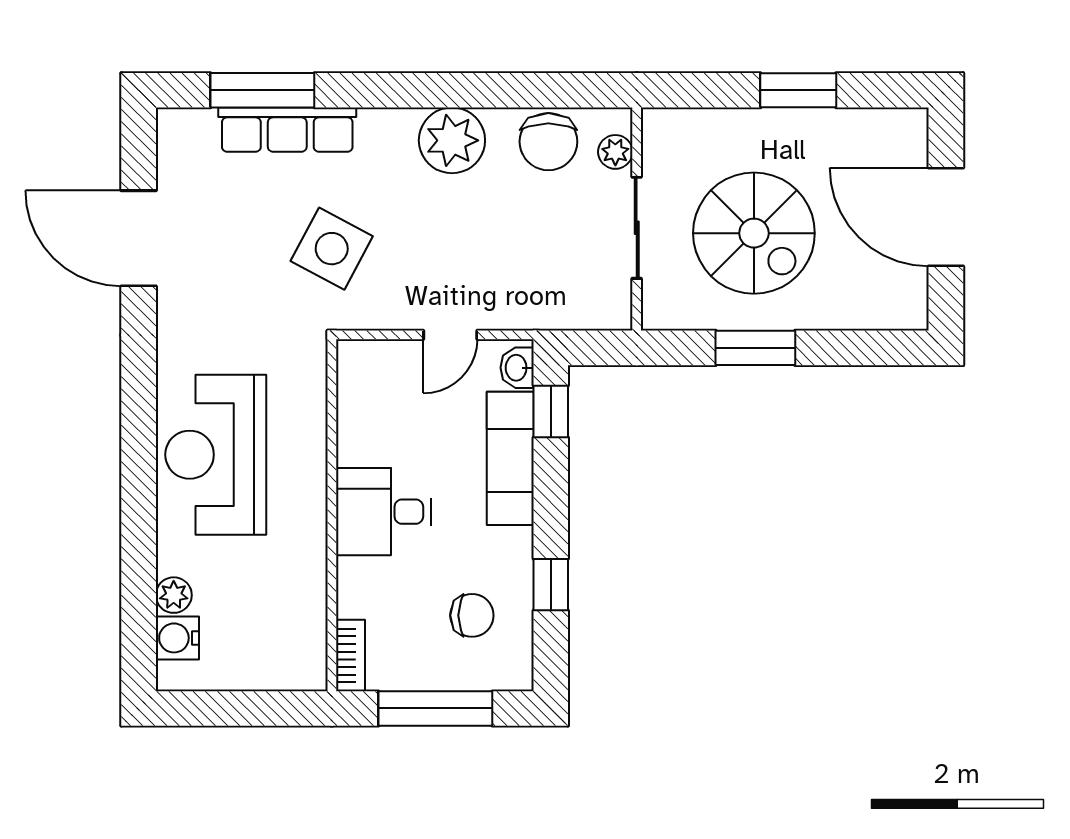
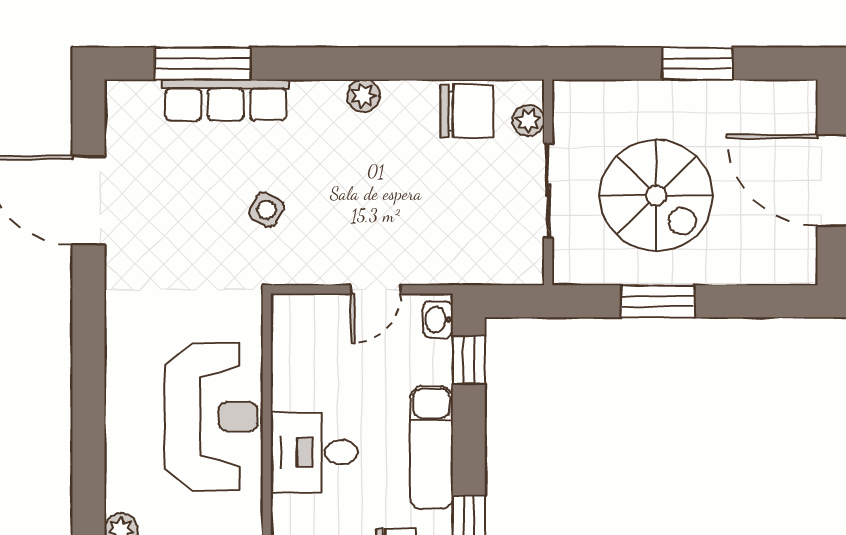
plant: (452, 140) -> (363, 96), width x0.53, depth x0.53
chair: (548, 142) -> (467, 111), turned -90
side table: (332, 249) -> (267, 210), width x0.54, depth x0.54
reception desk: (216, 455) -> (211, 417), moved, turned 180
exam couch: (510, 458) -> (431, 448), moved

